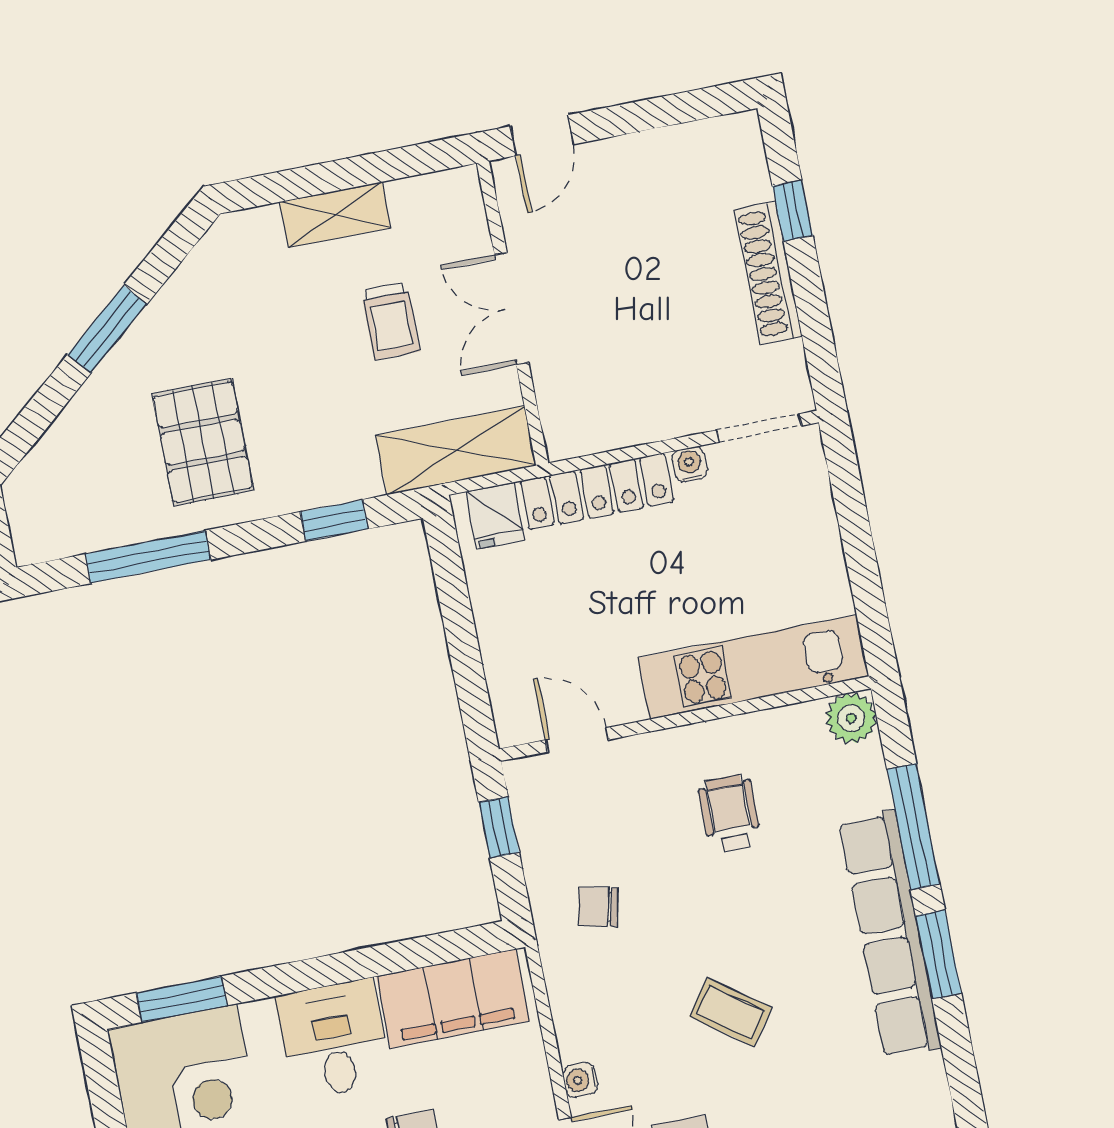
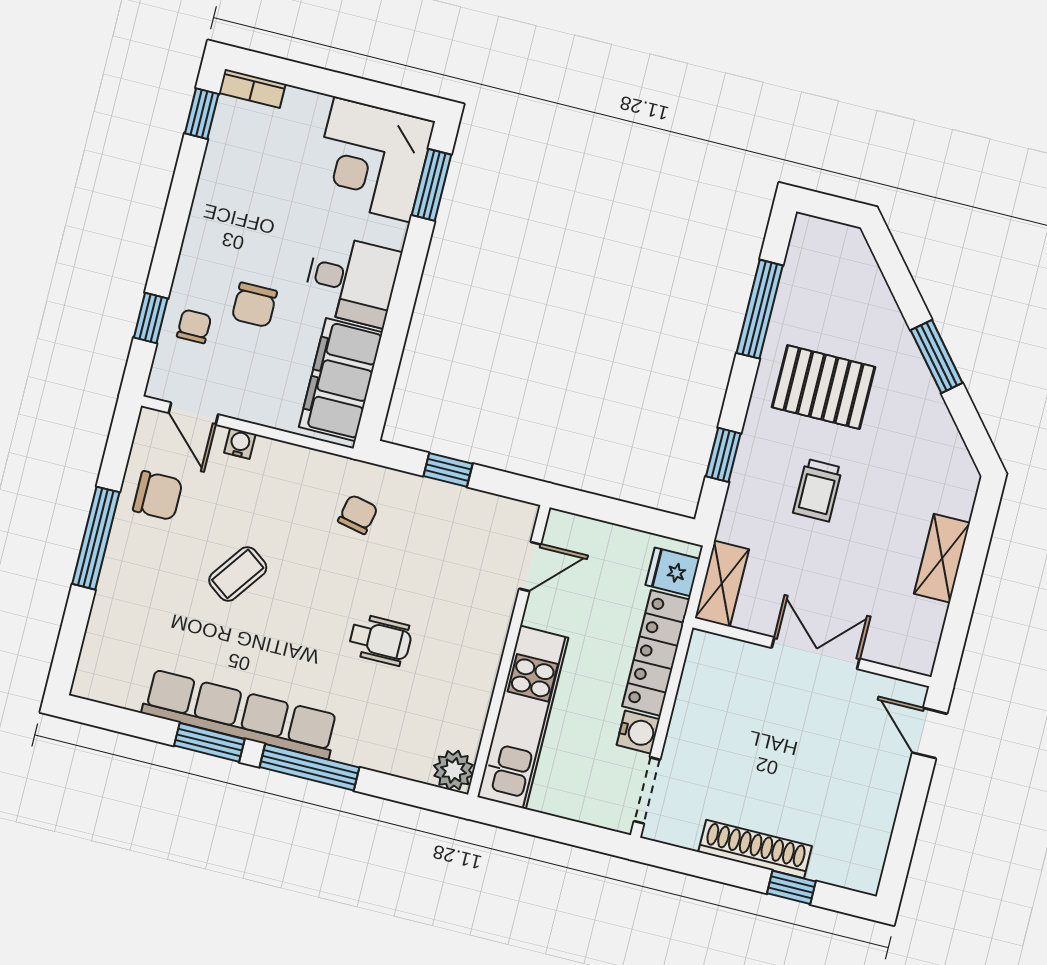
trolley: (391, 321) -> (818, 490), moved, turned -90
shelving: (456, 450) -> (722, 584), width x0.67, depth x0.75
water cooler: (690, 464) -> (638, 732), width x1.38, depth x1.38
kitchen unit: (753, 667) -> (523, 717), moved
plant: (851, 718) -> (454, 770), moved
wall: (685, 719) -> (509, 651), moved
door: (577, 740) -> (530, 567), moved

